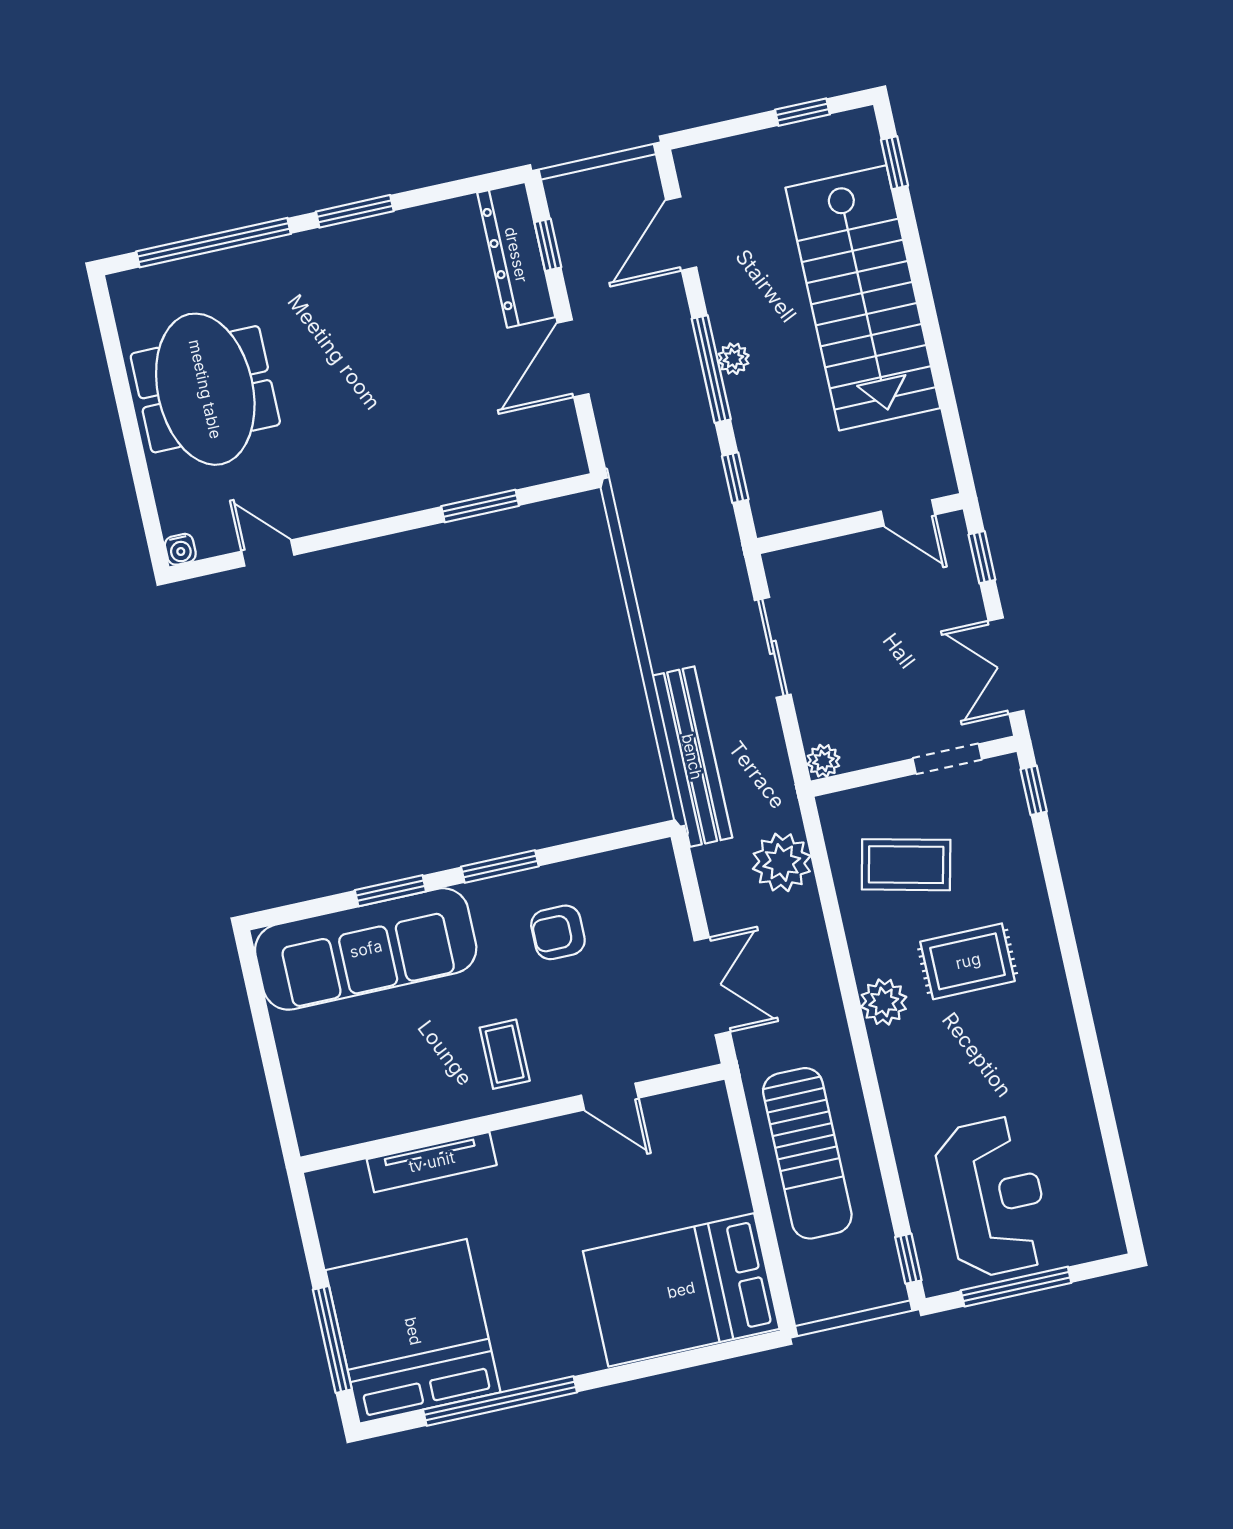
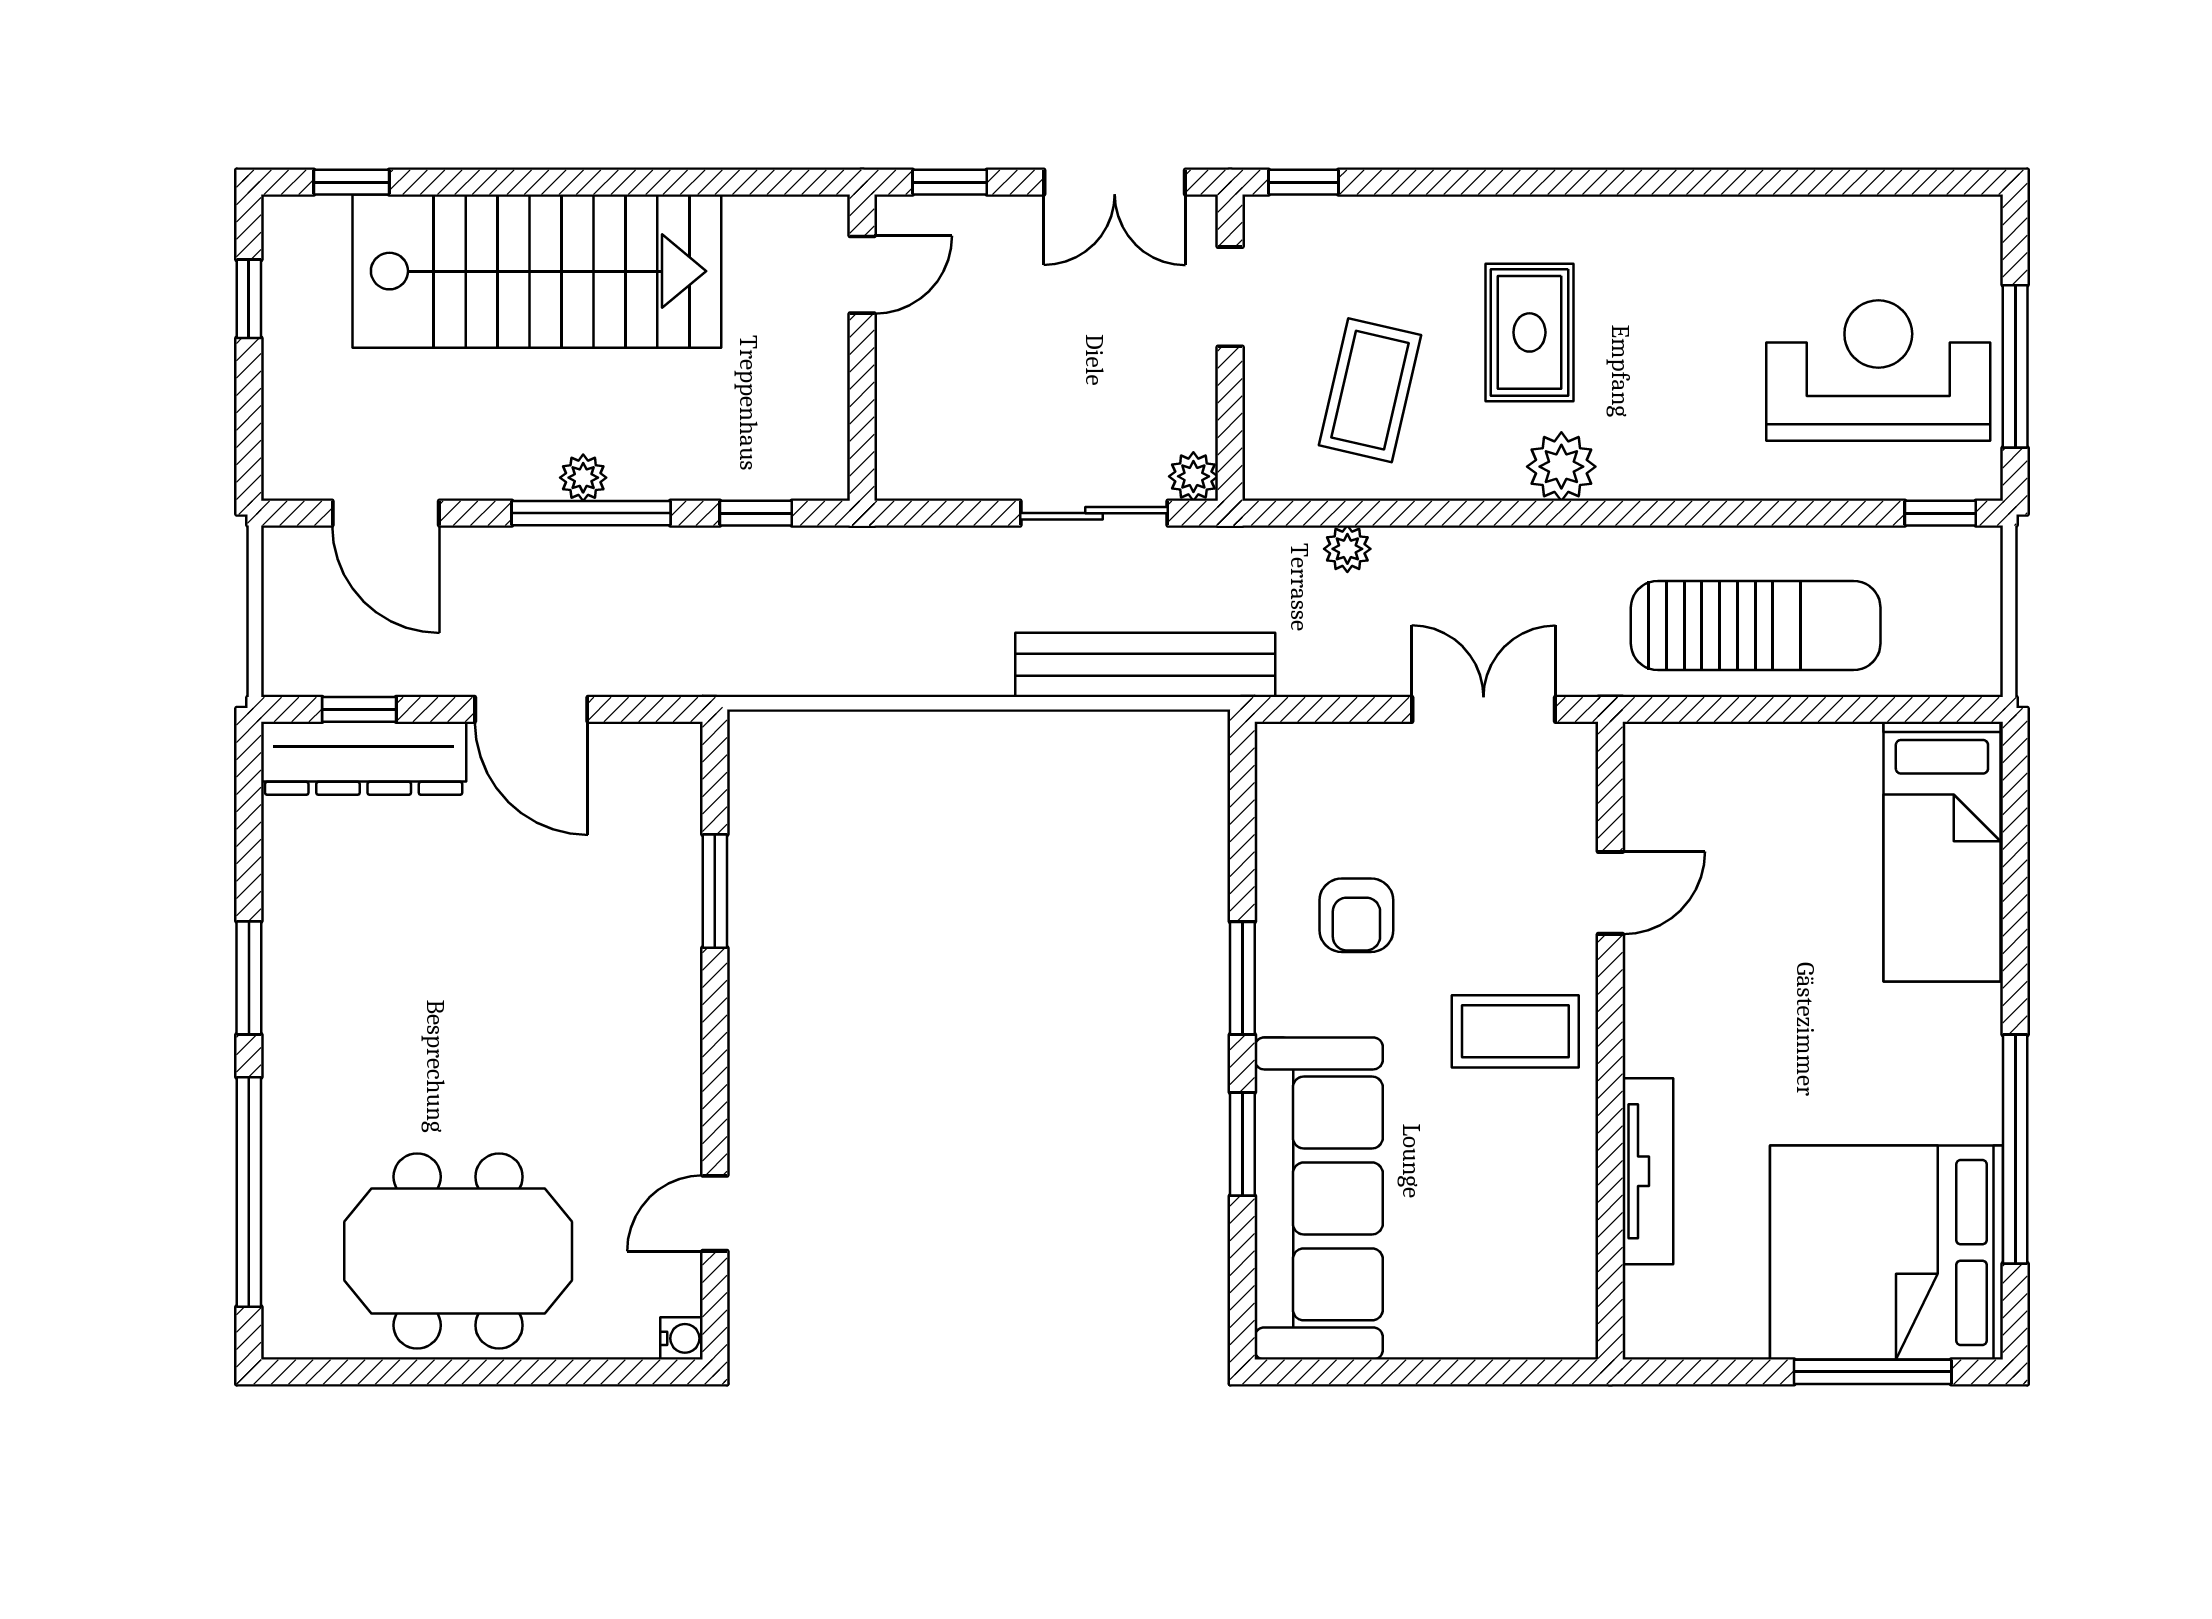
sliding door: (773, 647) -> (1094, 513), moved
plant: (782, 862) -> (1347, 549), width x0.53, depth x0.53
coffee table: (505, 1054) -> (1515, 1031), width x1.36, depth x1.30
bed: (681, 1290) -> (1942, 852), width x0.67

